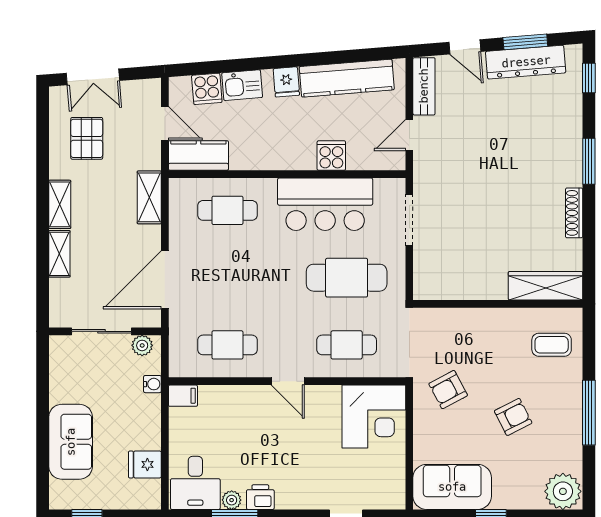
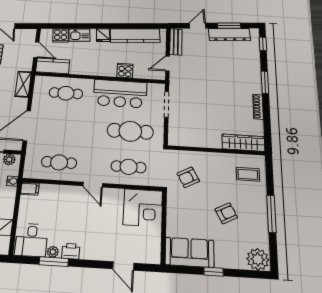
door: (465, 47) -> (197, 26), swing flipped
armchair: (448, 390) -> (188, 177), moved

